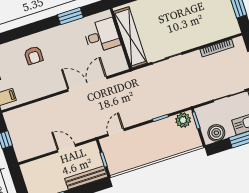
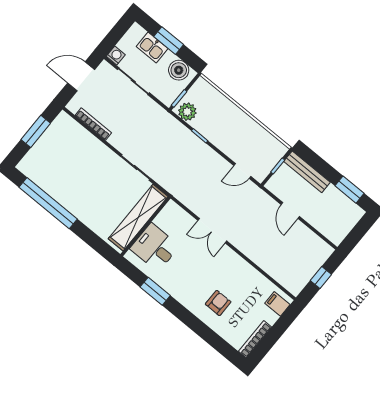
double door: (87, 84) -> (212, 231), width x0.73

